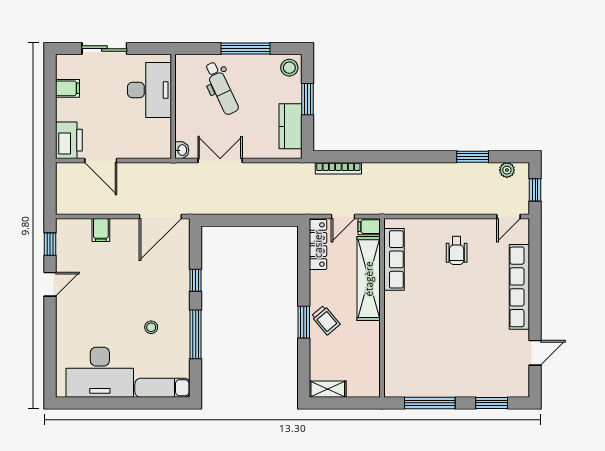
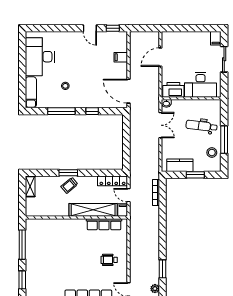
stool: (289, 68) -> (212, 153), moved
filing cabinet: (68, 88) -> (216, 38), moved
dental chair: (221, 88) -> (202, 126), turned 32
printer: (69, 140) -> (173, 90), moved, turned 180

